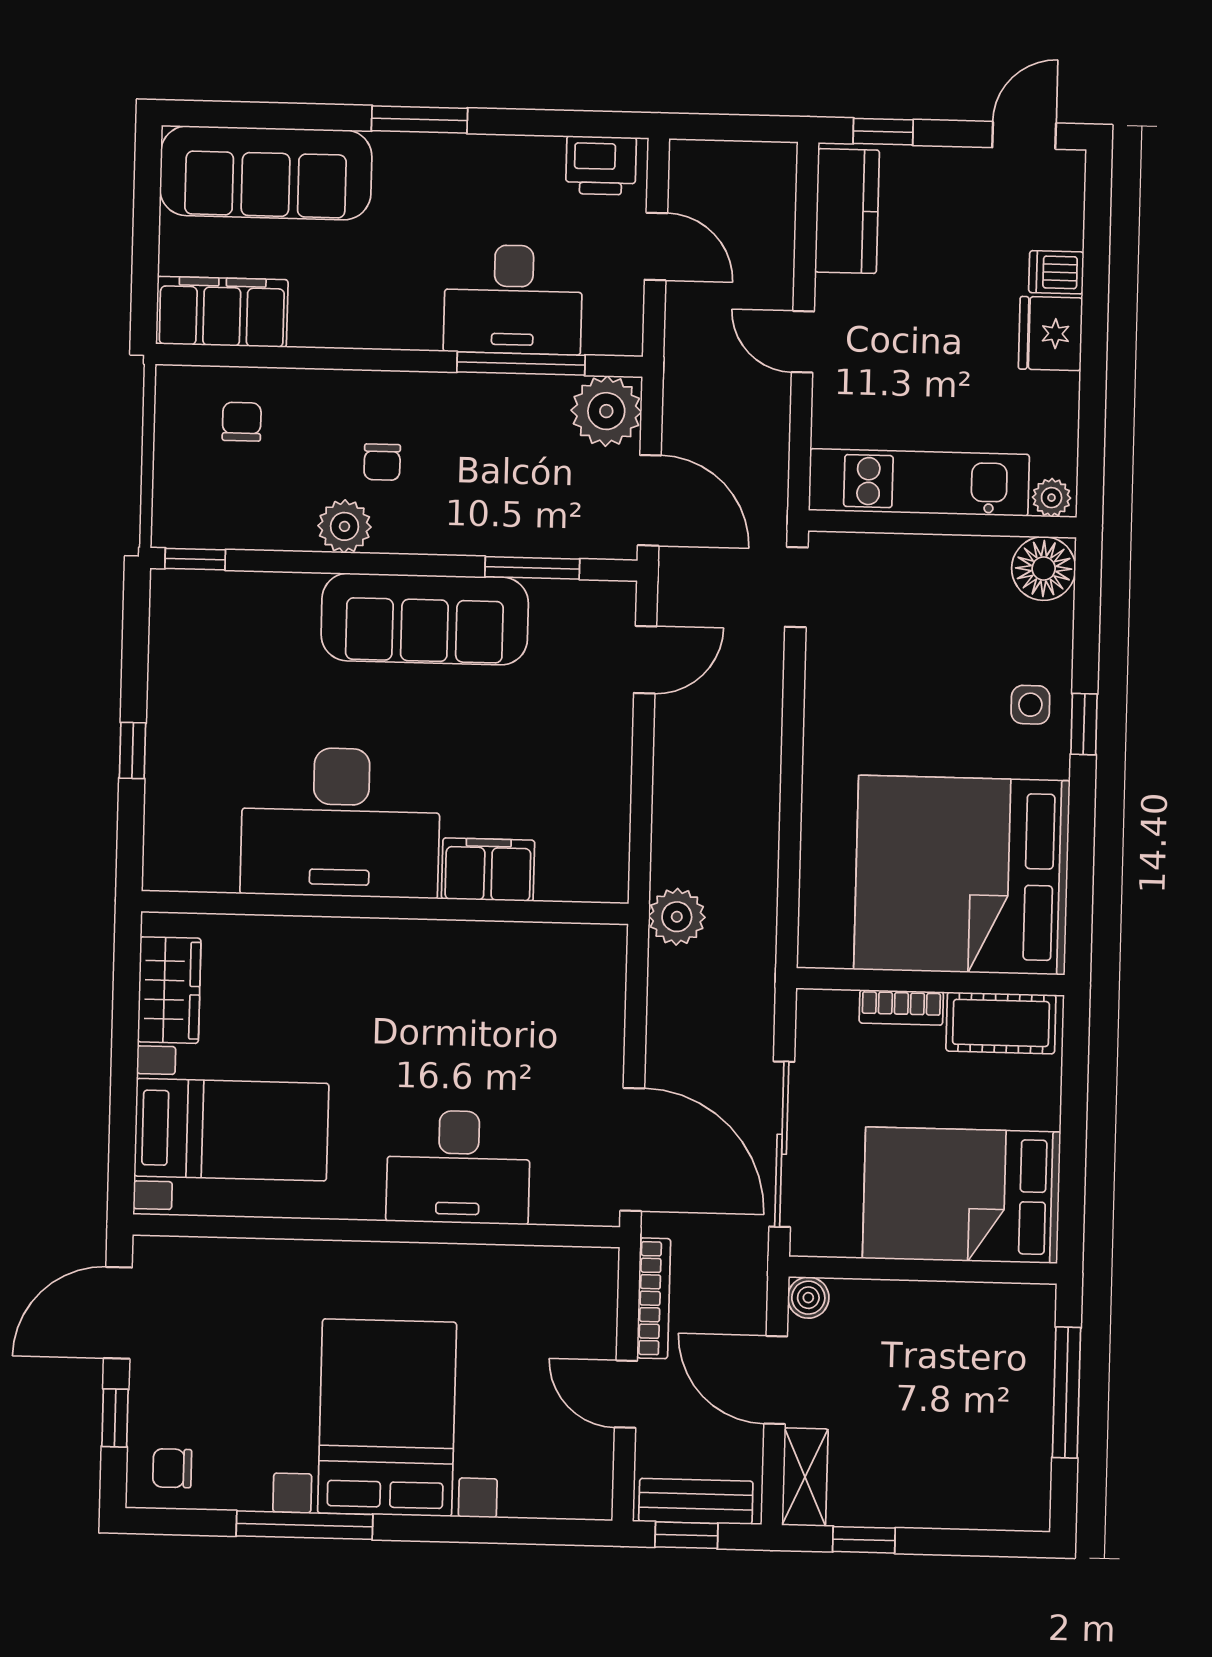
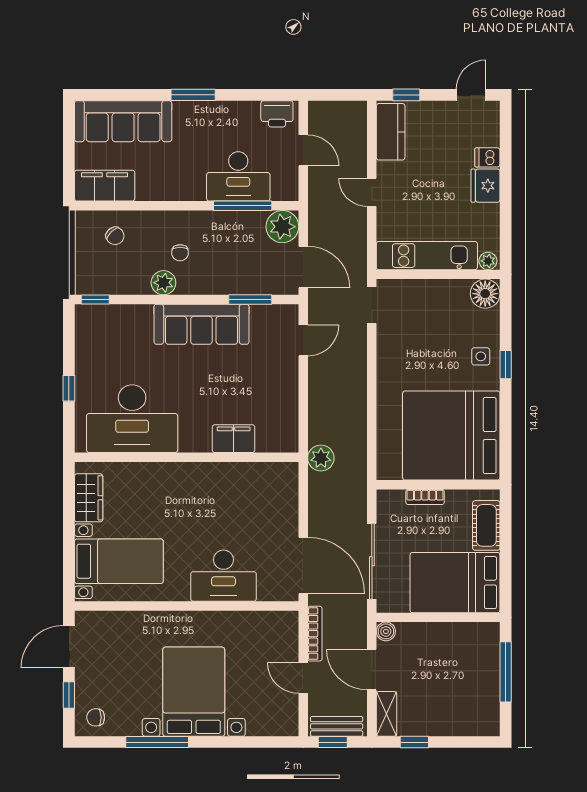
chair: (242, 422) -> (115, 236), turned 136
desk: (341, 822) -> (132, 419), moved
cot: (1001, 1023) -> (486, 525), moved, turned 90

